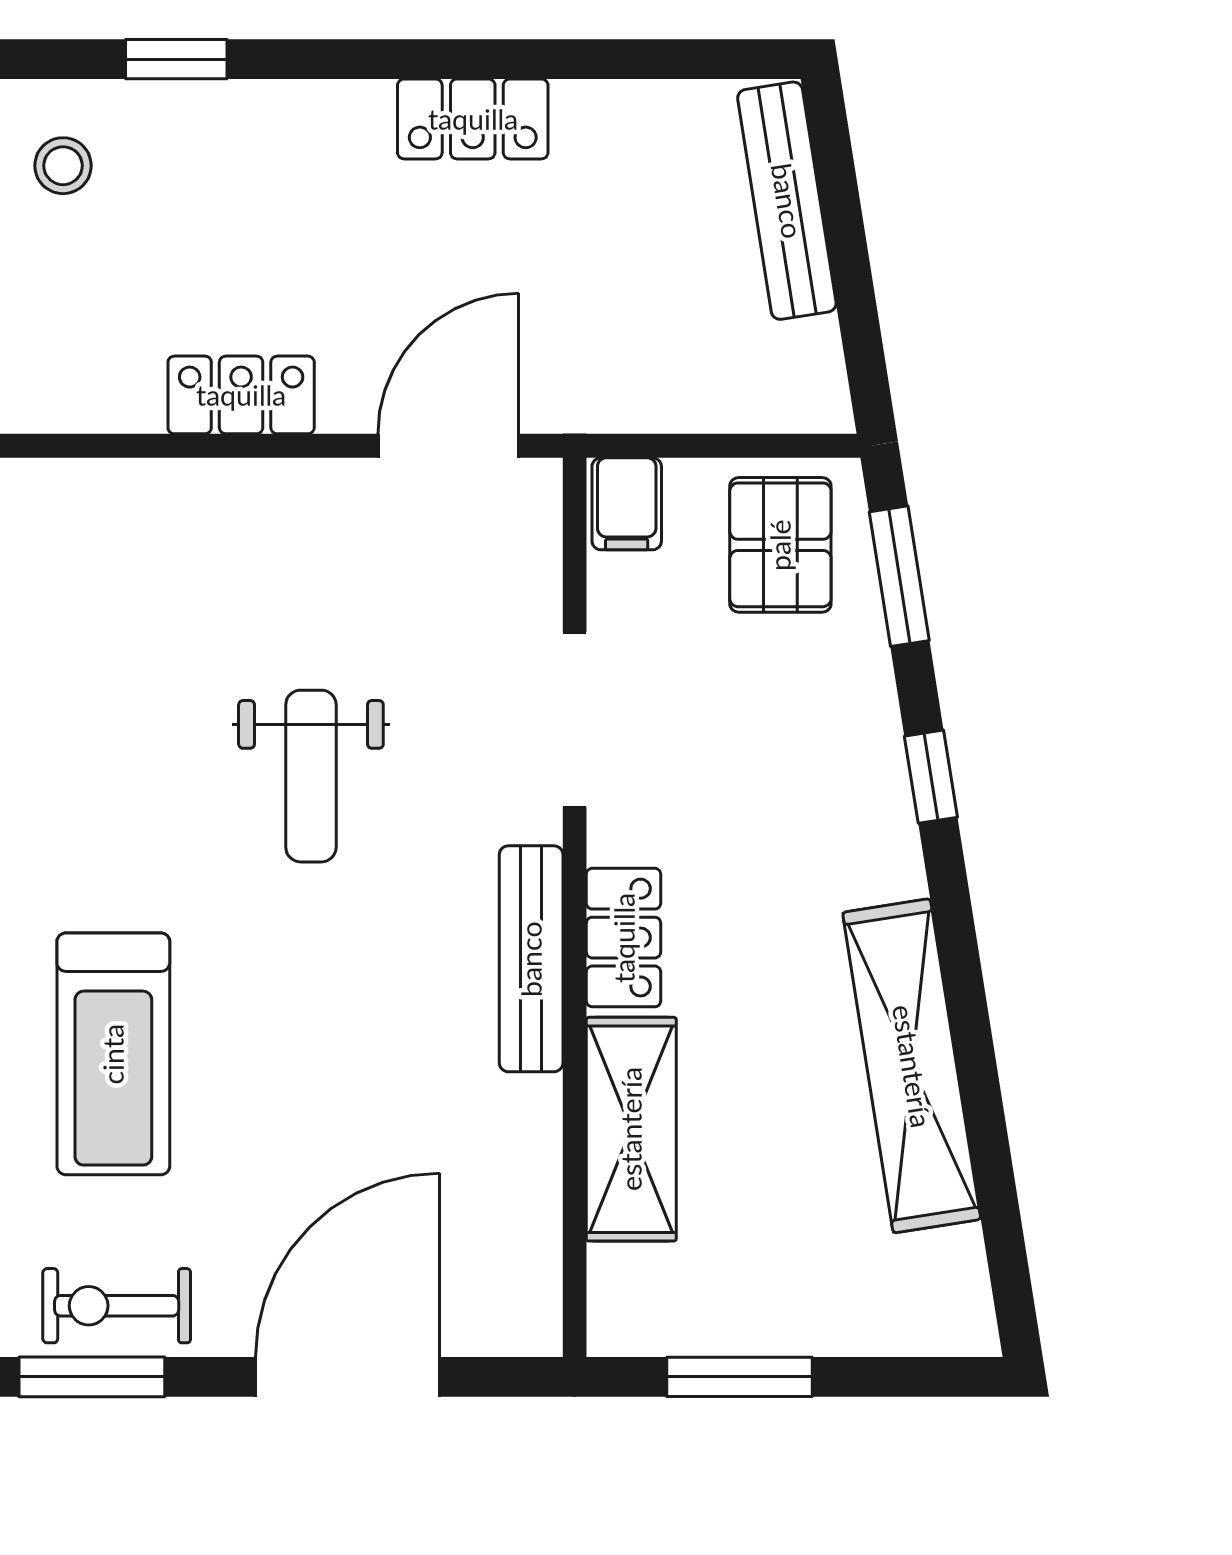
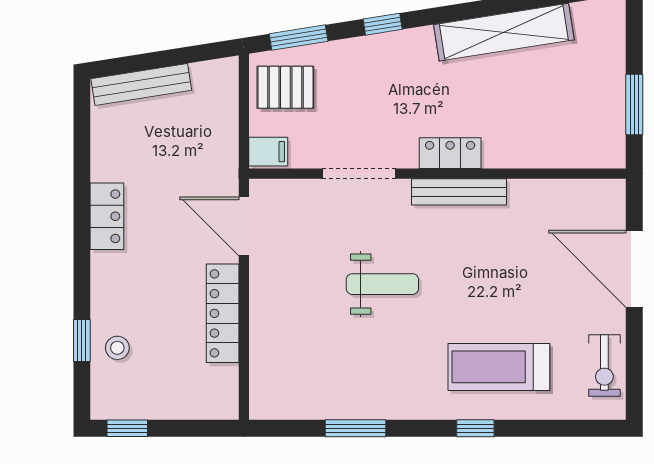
stool: (63, 166) -> (117, 348), moved
locker: (241, 395) -> (223, 313), width x1.53
treadmill: (113, 1054) -> (499, 367), turned 180
shelving: (631, 1129) -> (530, 150), removed
window: (92, 1377) -> (634, 376), removed

